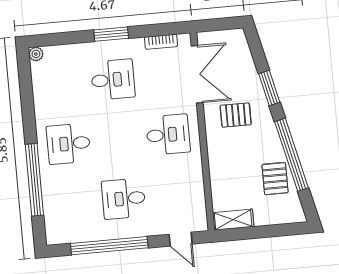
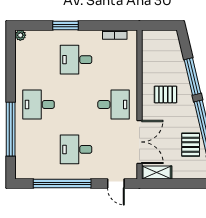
window: (111, 34) -> (65, 25), moved
double door: (197, 74) -> (139, 142), moved
desk: (113, 80) -> (76, 60), turned 180
window: (269, 88) -> (192, 77), width x1.44

